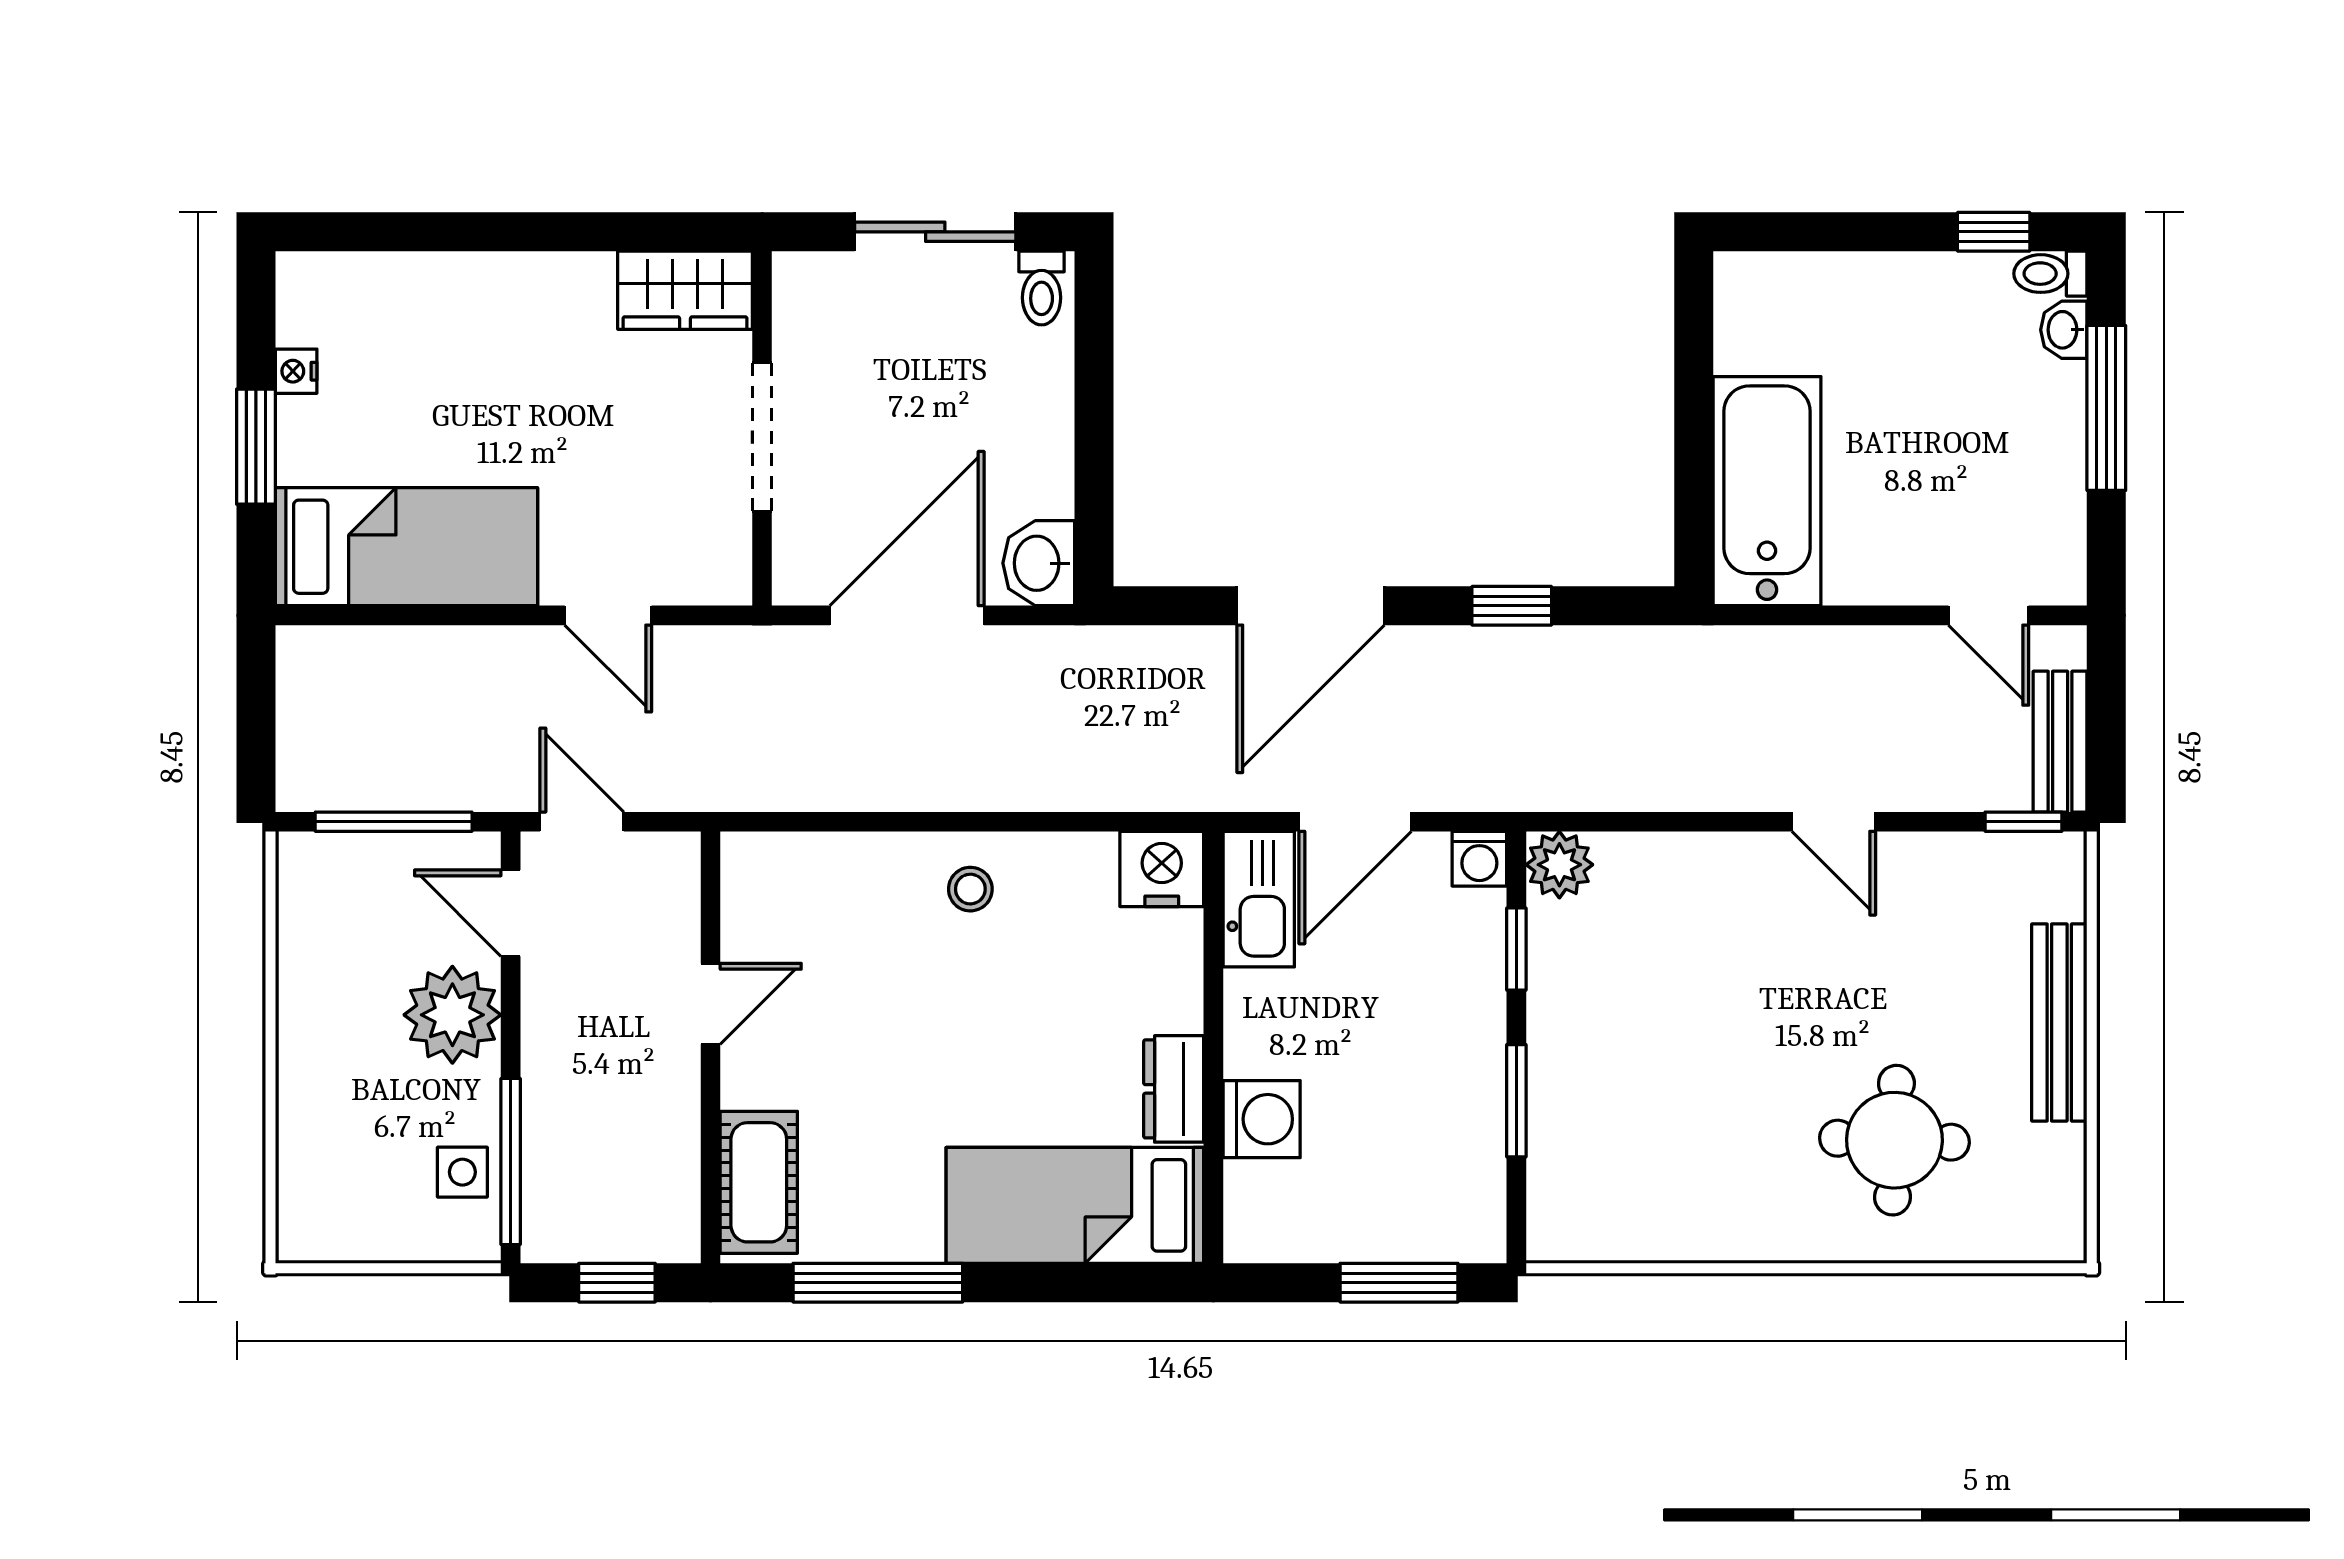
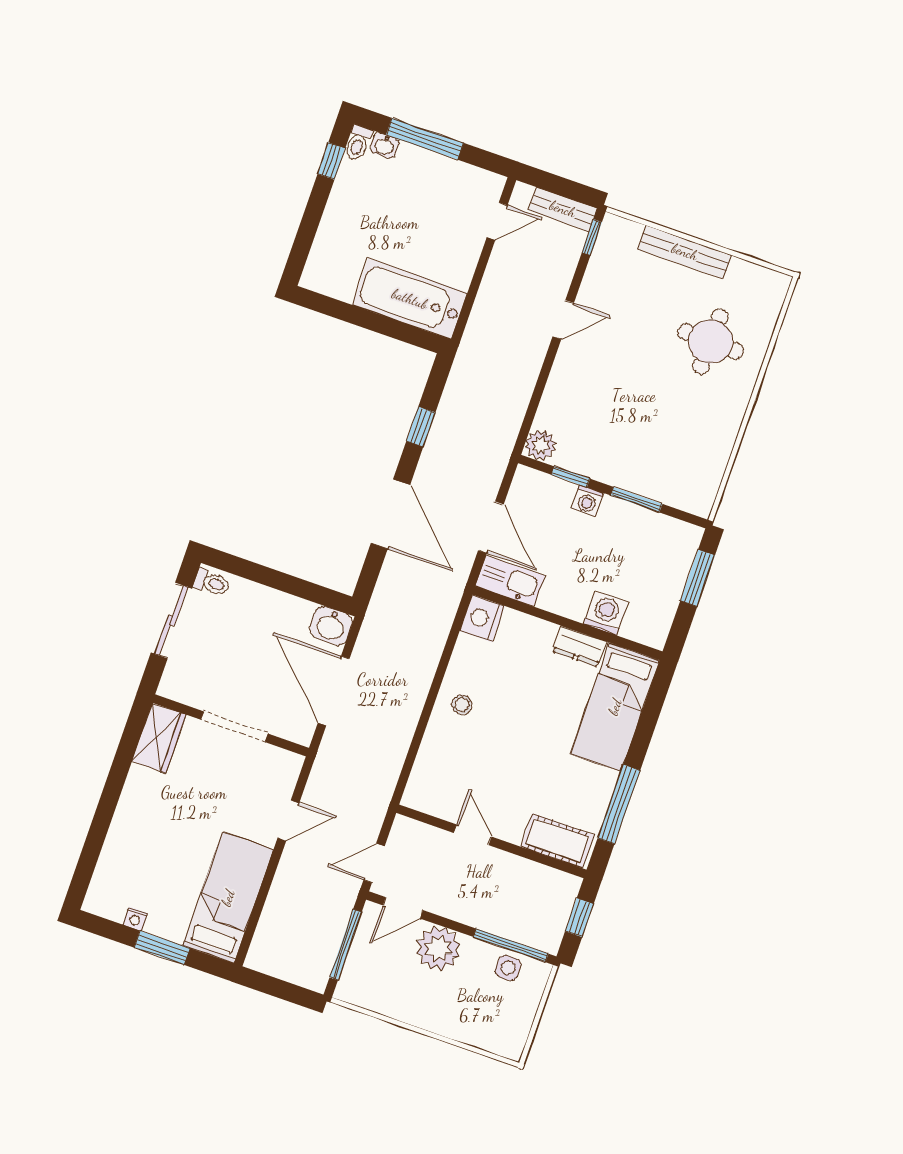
washing machine: (1479, 859) -> (587, 501), moved, turned 90

